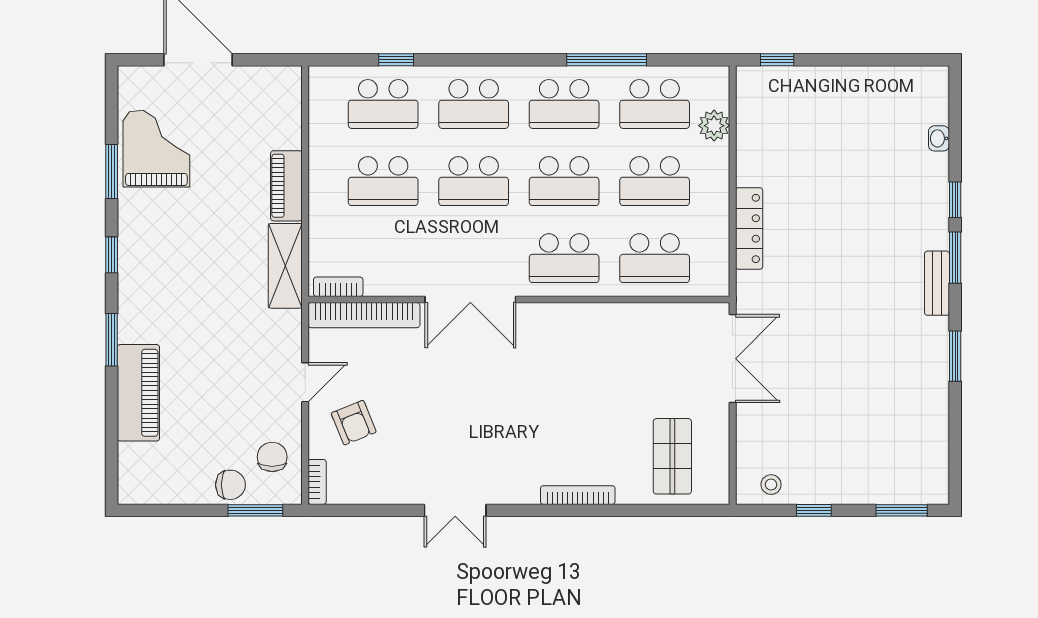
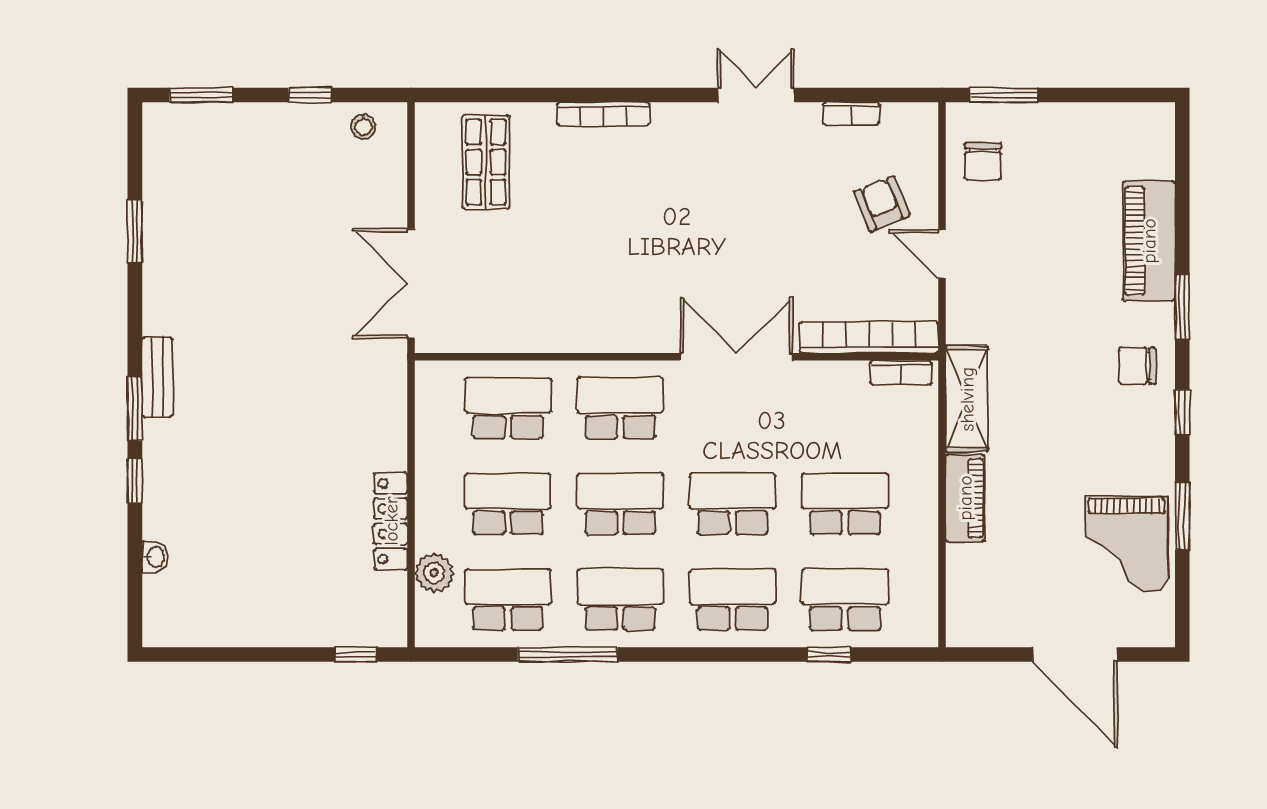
locker: (749, 228) -> (391, 521), moved
window: (955, 356) -> (135, 231), moved
door: (305, 382) -> (942, 254), hinge flipped
bookcase: (317, 482) -> (851, 113), moved, turned -90
chair: (230, 485) -> (1137, 366), moved

